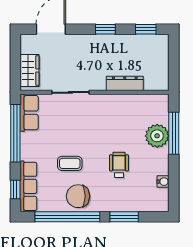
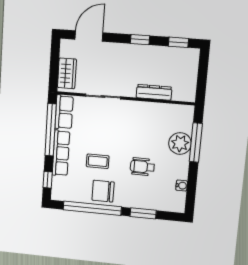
wheelchair: (119, 165) -> (142, 167), turned -90
row of seats: (28, 186) -> (61, 153), moved

